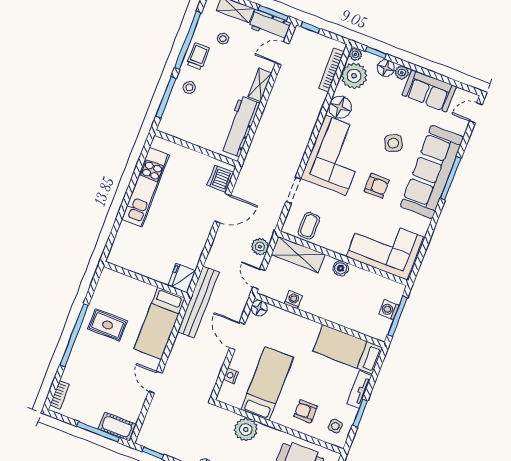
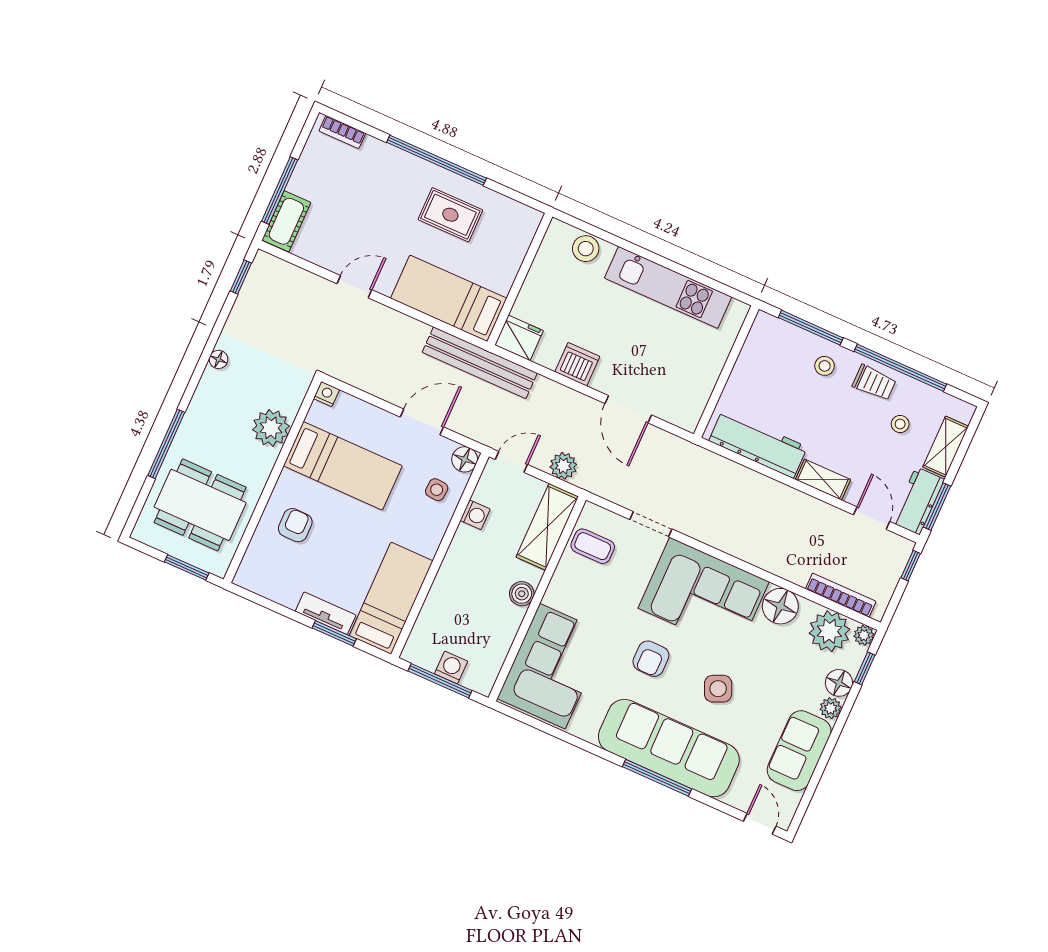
dishwasher: (220, 179) -> (577, 364), moved
stool: (124, 240) -> (586, 249), added
rug: (108, 325) -> (450, 215), turned 90
nightstand: (231, 376) -> (326, 394), moved
window: (360, 413) -> (334, 633), moved
side table: (335, 426) -> (437, 490), moved

